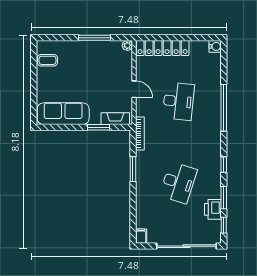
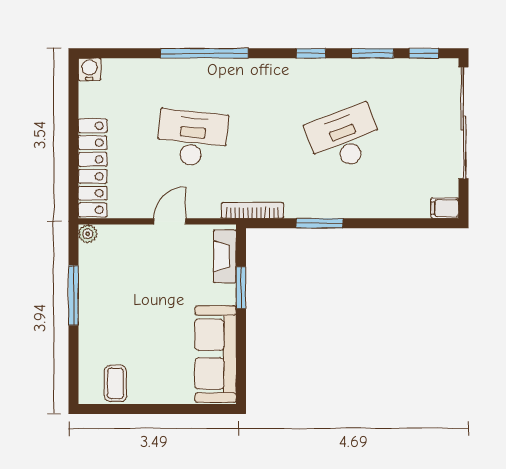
desk: (178, 183) -> (345, 138), turned -39
printer: (213, 209) -> (395, 73), removed

